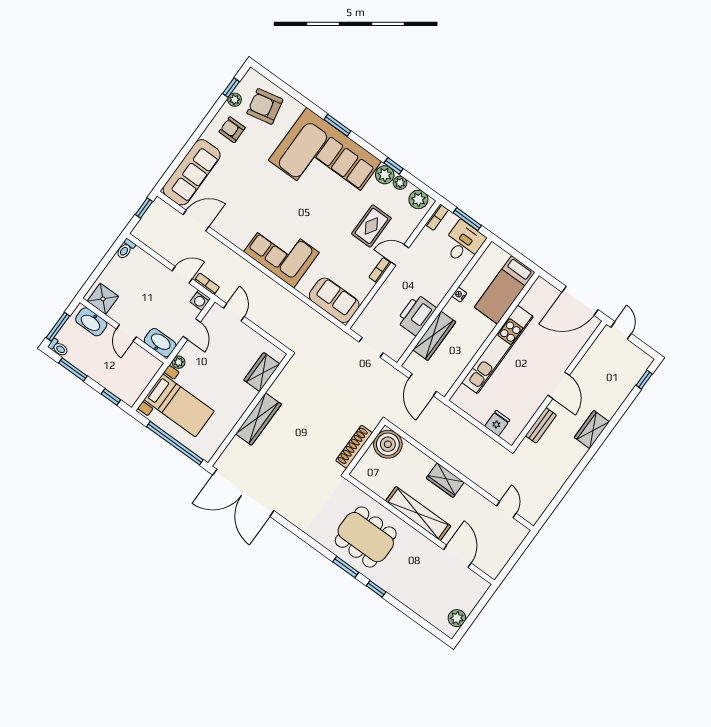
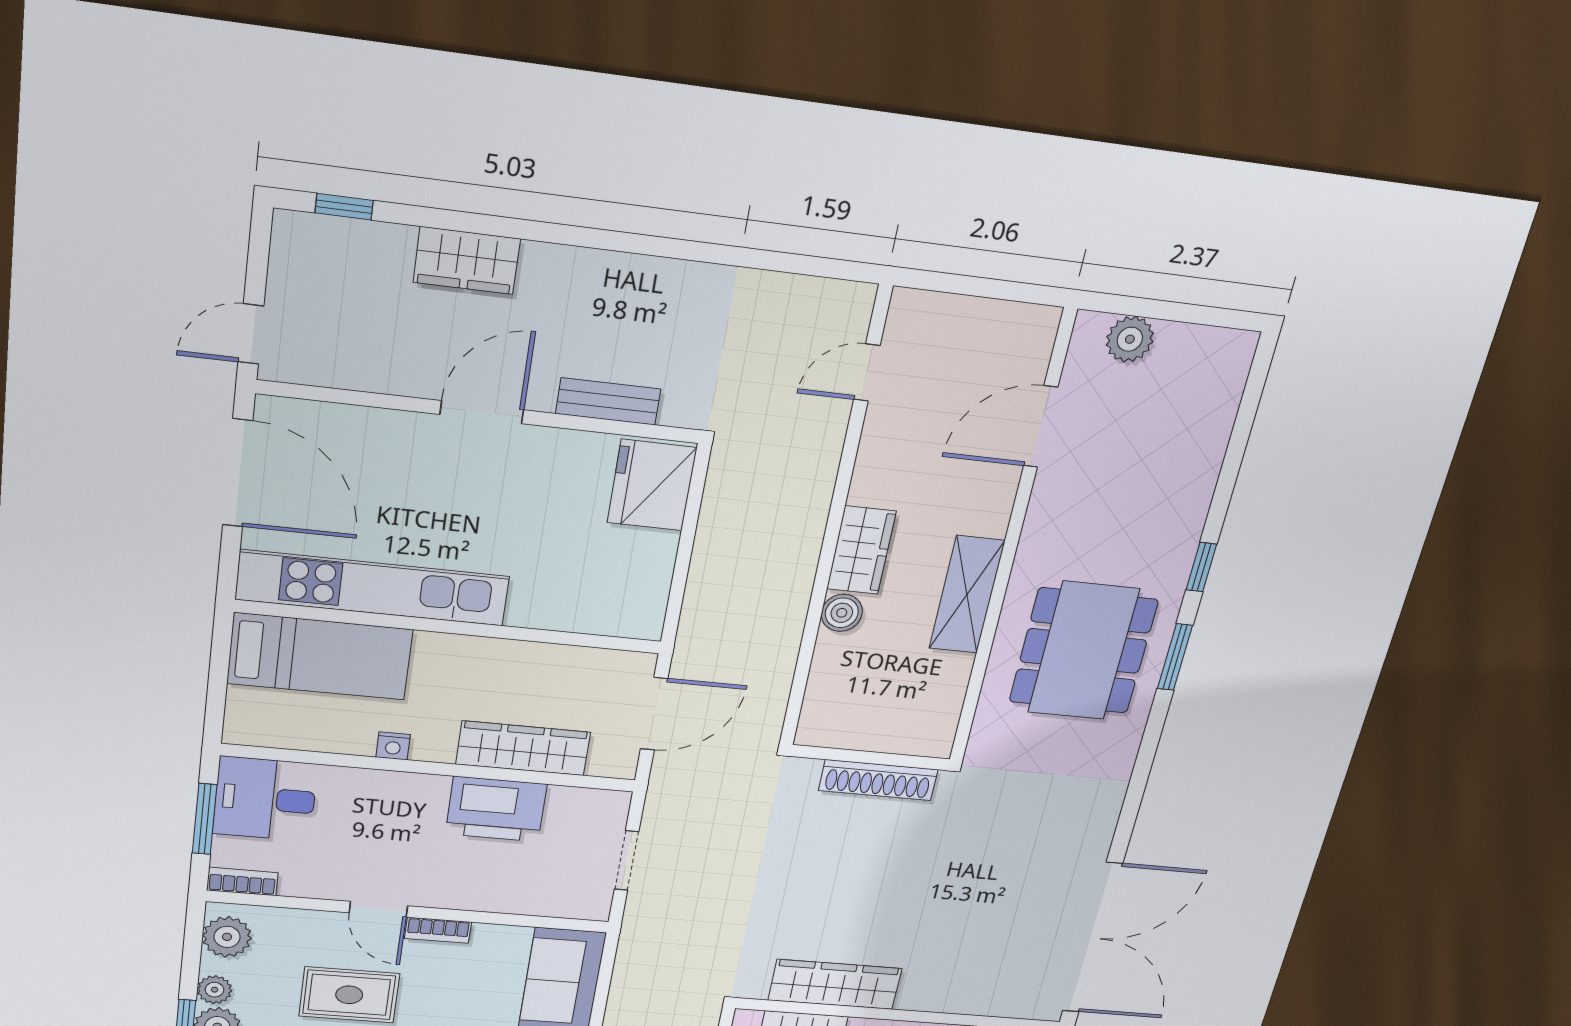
kitchen unit: (497, 349) -> (373, 588), moved
wardrobe: (258, 419) -> (835, 984), moved
fridge: (497, 423) -> (652, 485), width x1.88, depth x1.34
wardrobe: (592, 430) -> (467, 261), moved
boiler: (388, 444) -> (842, 613), moved, width x0.54, depth x0.54
shelving: (418, 514) -> (967, 595), width x0.68
plant: (457, 618) -> (1130, 339), moved

